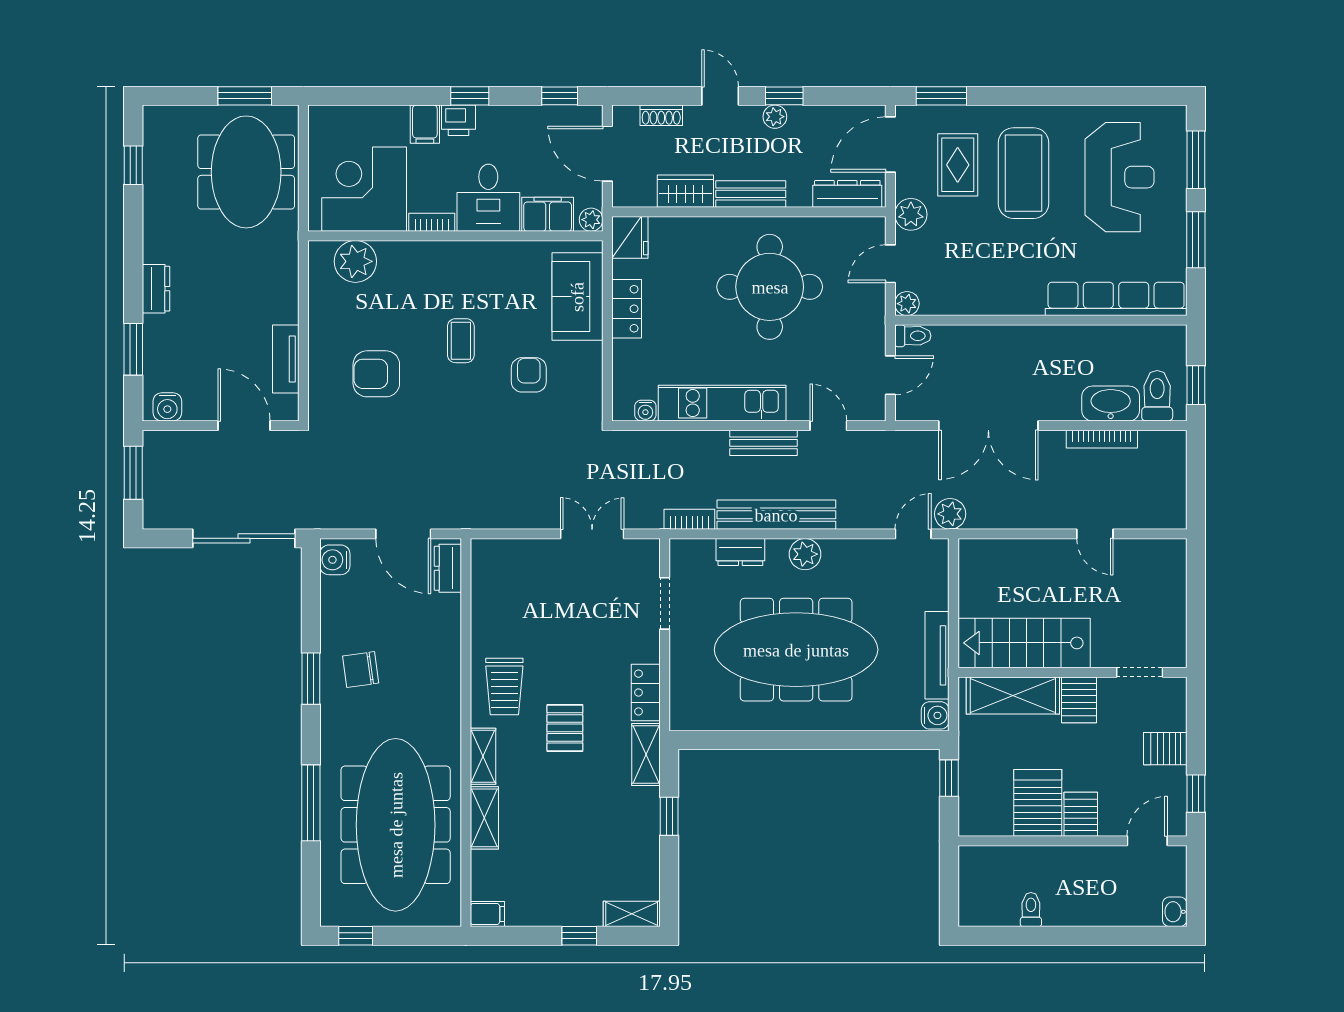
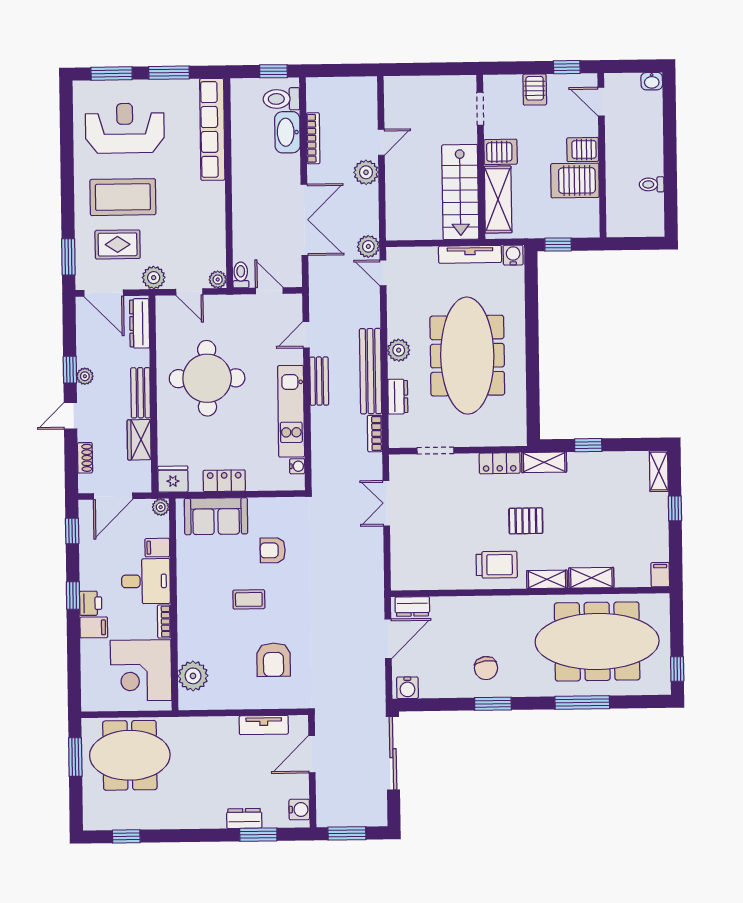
filing cabinet: (548, 214) -> (157, 548), width x0.50
dresser: (156, 289) -> (244, 818), moved
plant: (1053, 512) -> (366, 172), added

